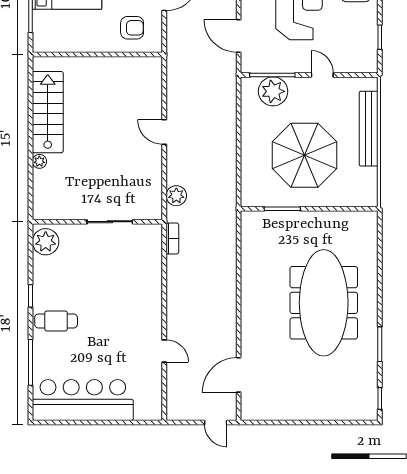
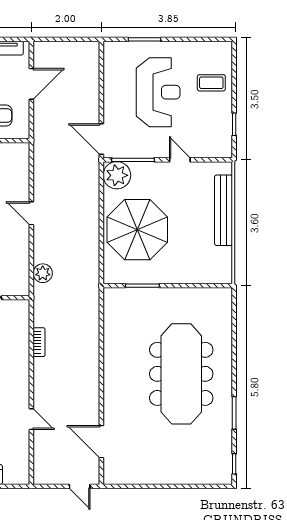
door: (239, 36) -> (101, 139), moved
plant: (273, 91) -> (117, 175), moved
parasol: (304, 155) -> (137, 230), moved
bookcase: (172, 238) -> (39, 342), moved
door: (239, 375) -> (101, 442), hinge flipped

